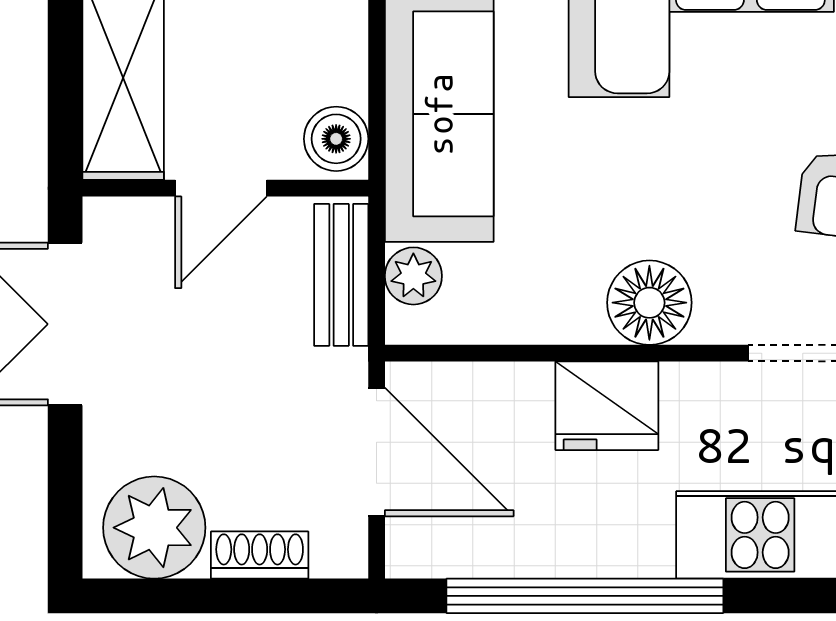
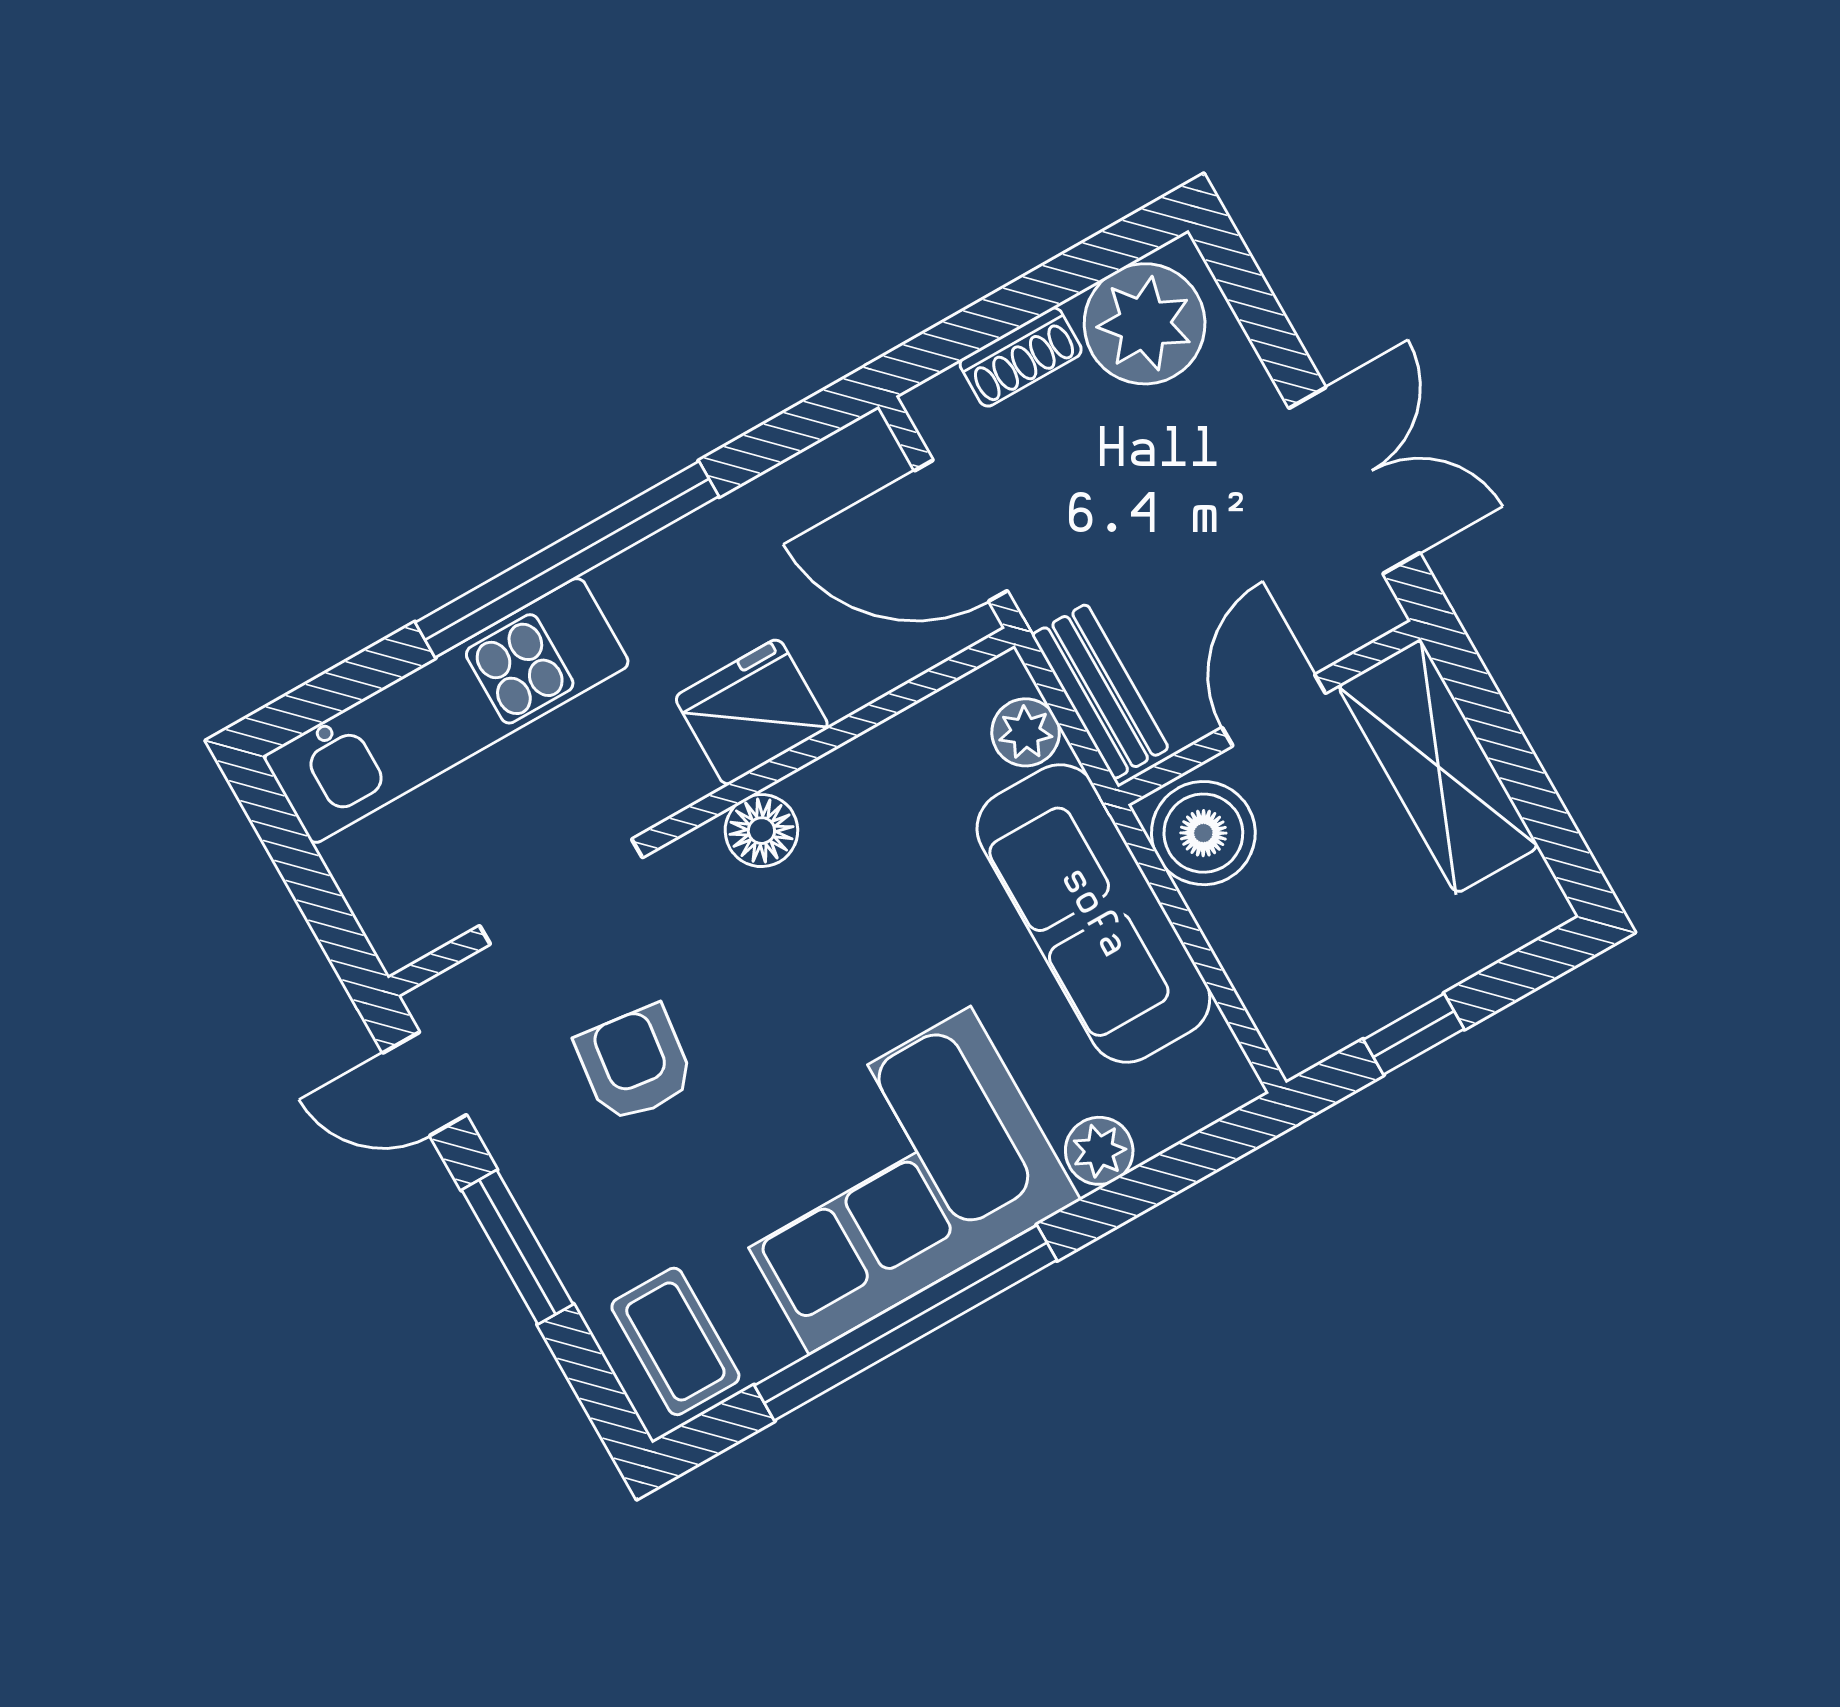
boiler: (336, 139) -> (1203, 833), width x1.36, depth x1.36
floor lamp: (649, 303) -> (761, 831), width x0.73, depth x0.73
window: (585, 596) -> (567, 559), moved

